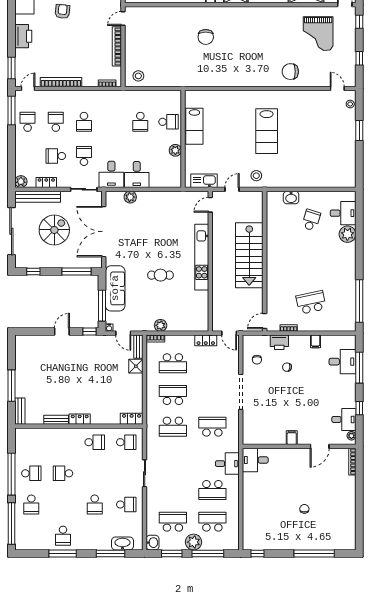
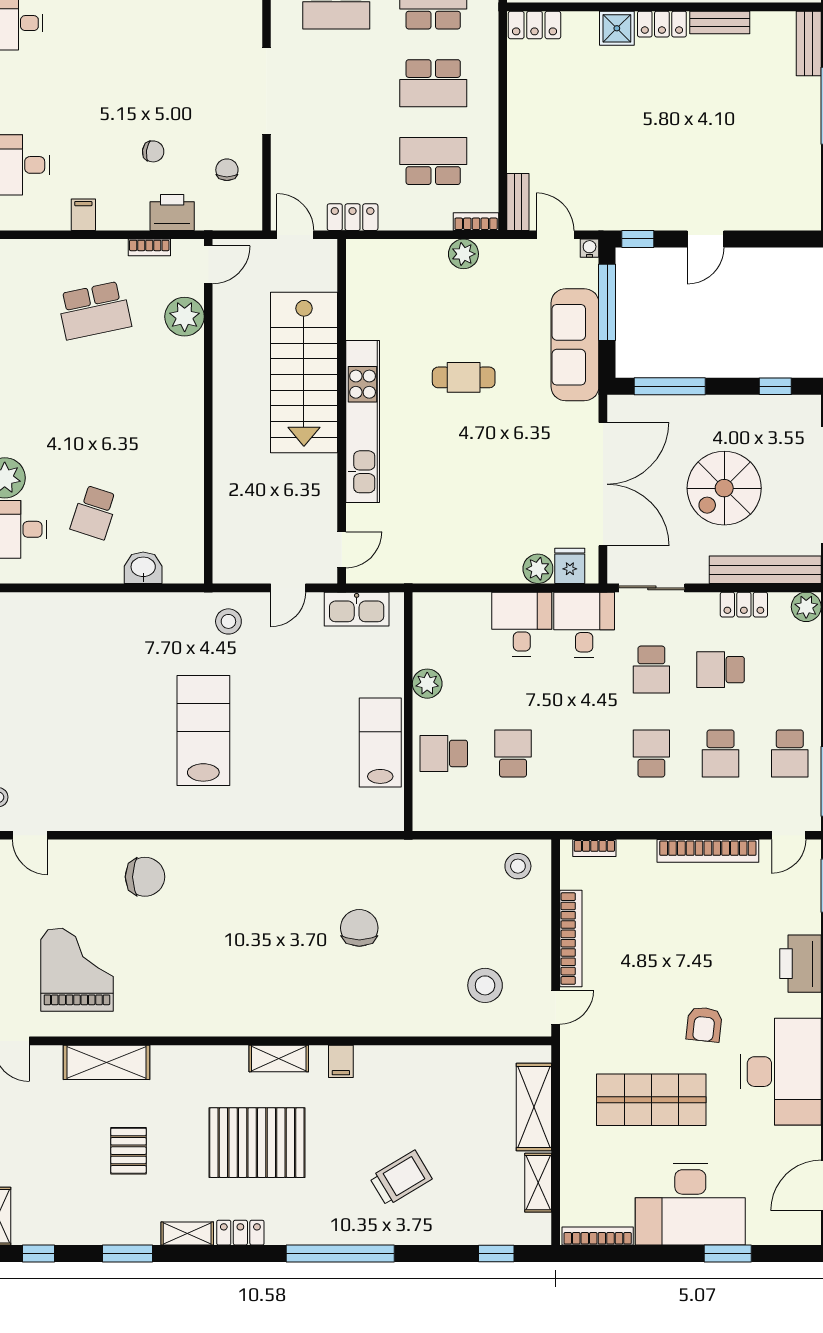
stool: (152, 27) -> (485, 985), added
chair: (206, 37) -> (359, 928), moved
school desk: (56, 156) -> (721, 670), turned 180
fridge: (117, 198) -> (570, 566), added
stairs: (249, 255) -> (304, 373), moved, turned 180
plant: (274, 300) -> (185, 317), added
shower: (136, 366) -> (617, 28), moved

